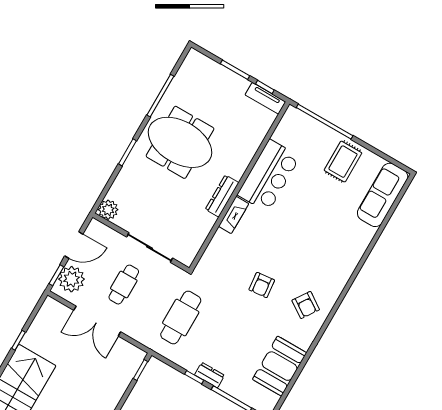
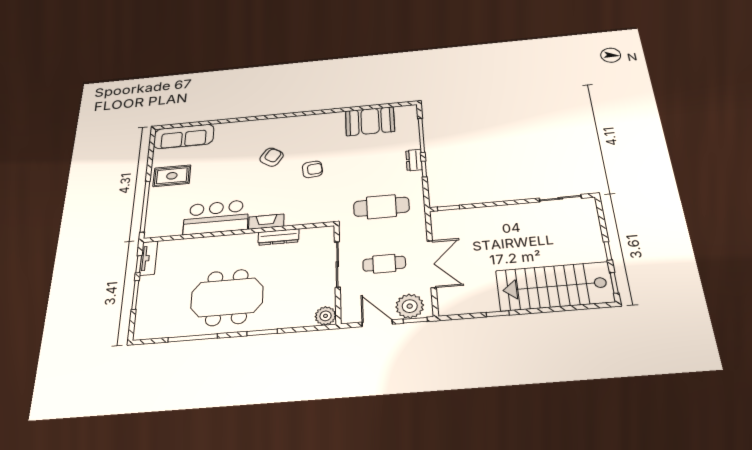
meeting table: (180, 142) -> (227, 297), turned 90
dresser: (222, 196) -> (279, 237), moved
armchair: (306, 305) -> (272, 157), moved

